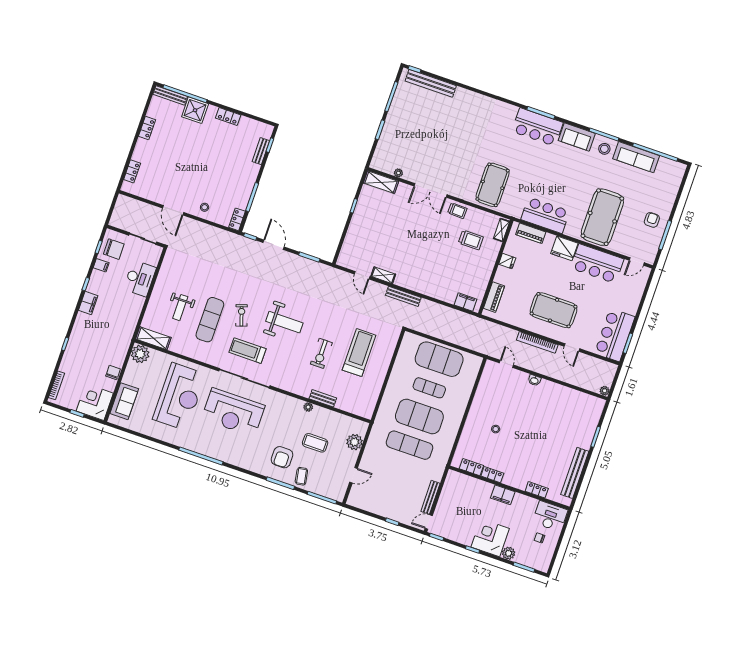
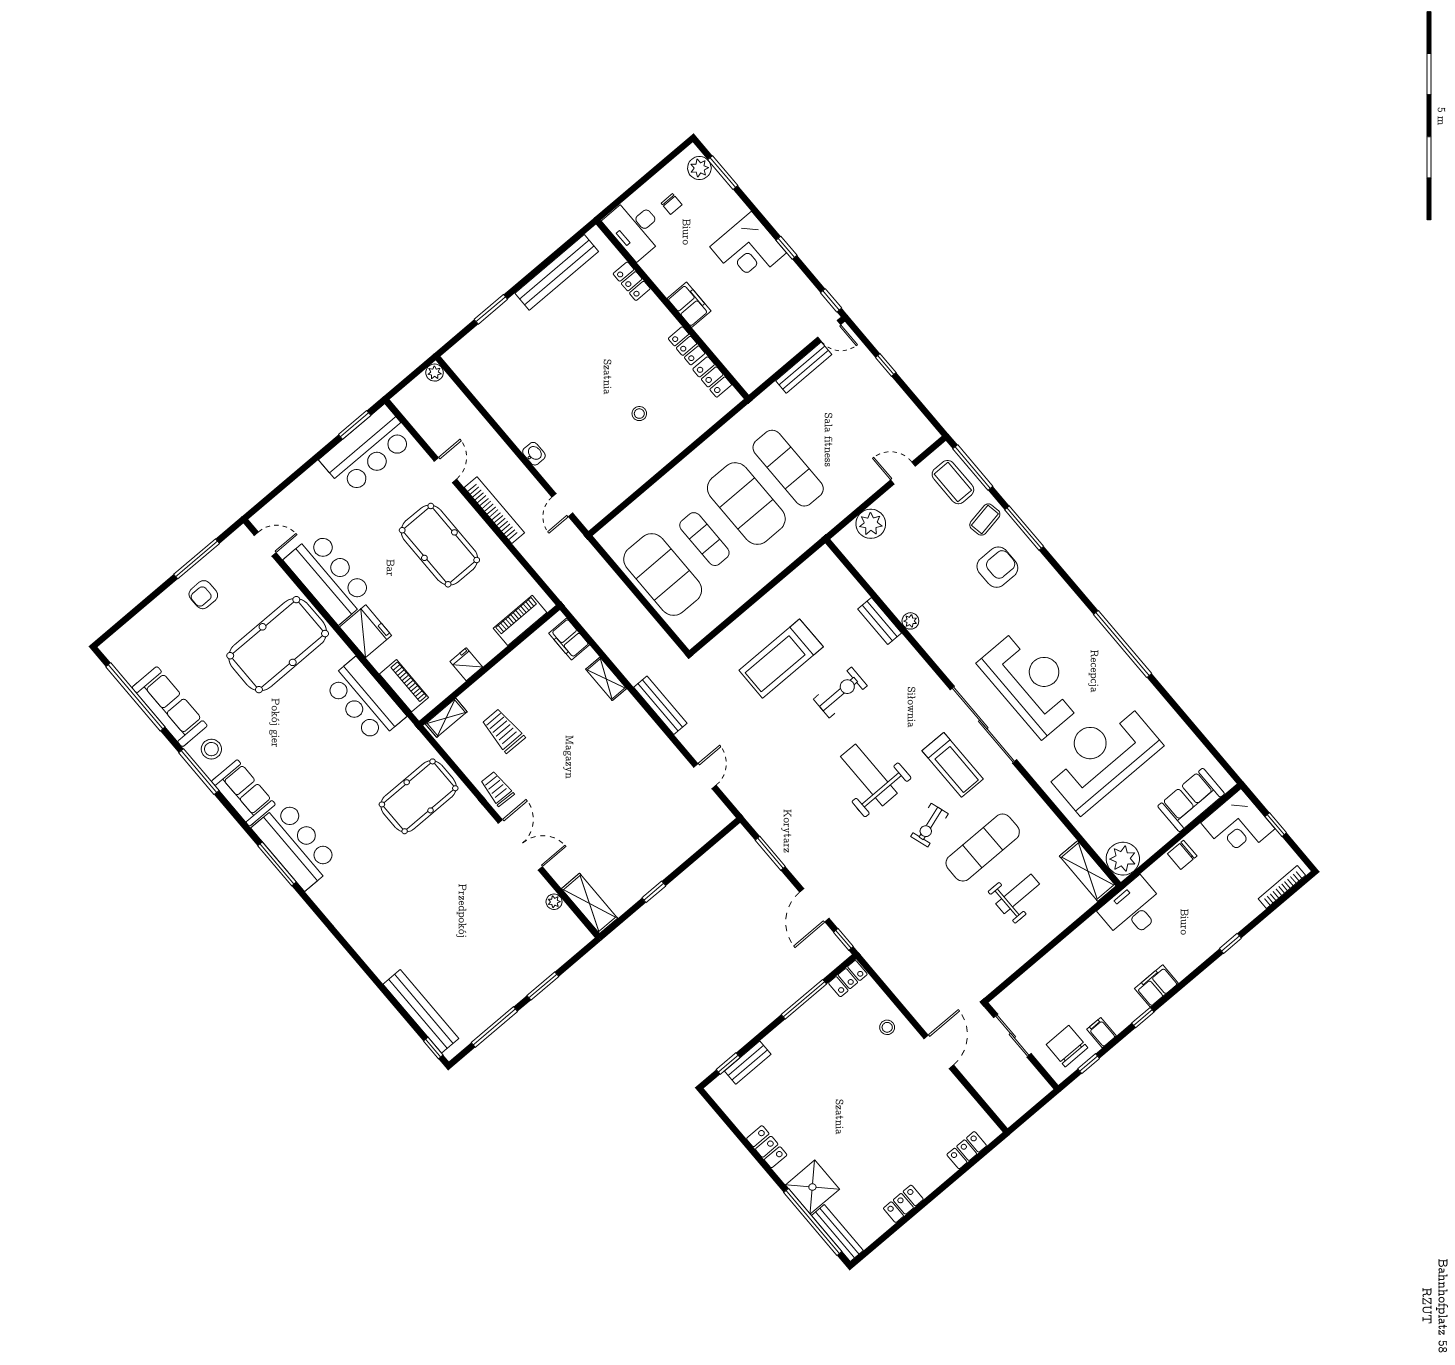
shelving: (383, 275) -> (606, 679), moved
desk: (140, 278) -> (1133, 910), moved
coffee table: (315, 443) -> (953, 482), moved
plant: (509, 553) -> (699, 168), moved

